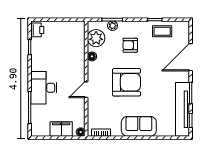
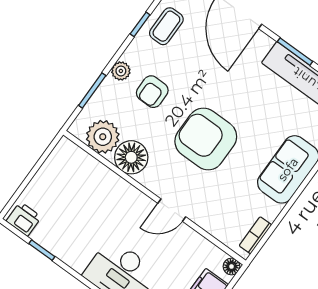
plant: (113, 26) -> (121, 71), moved
floor lamp: (92, 56) -> (131, 157), width x1.89, depth x1.89
armchair: (127, 82) -> (206, 139), turned -90
door: (86, 90) -> (172, 210), hinge flipped

